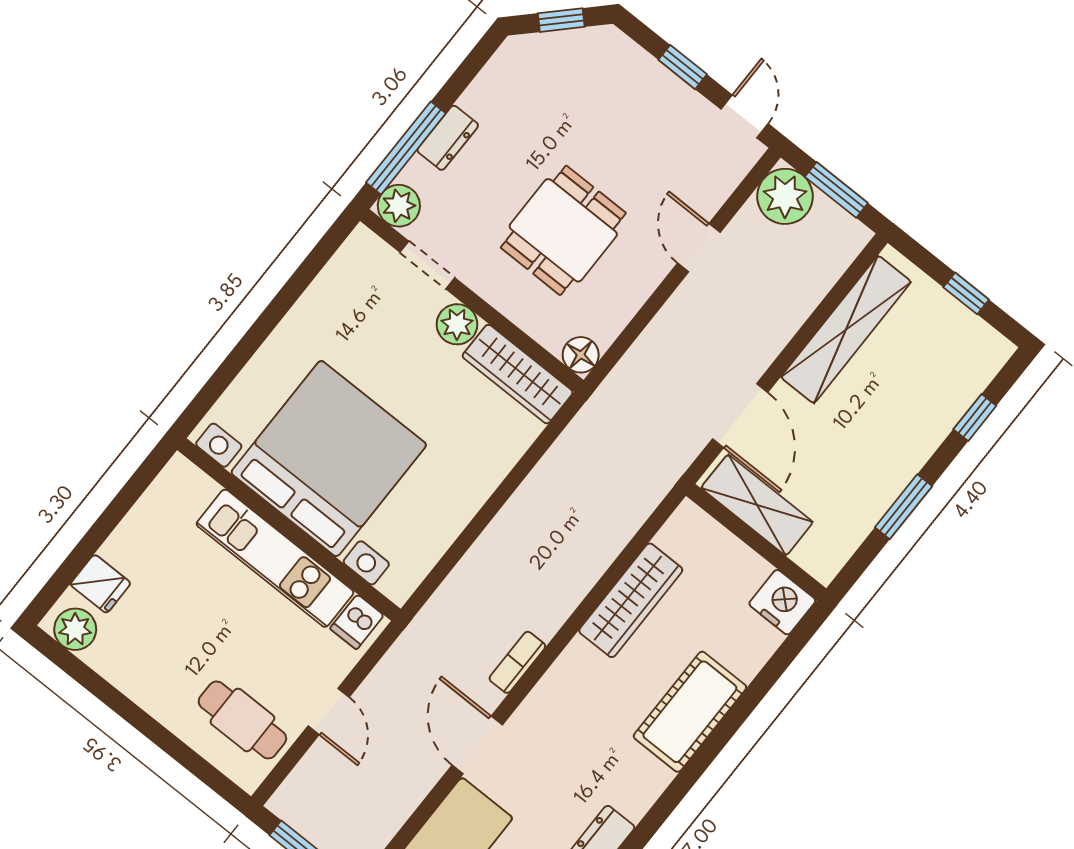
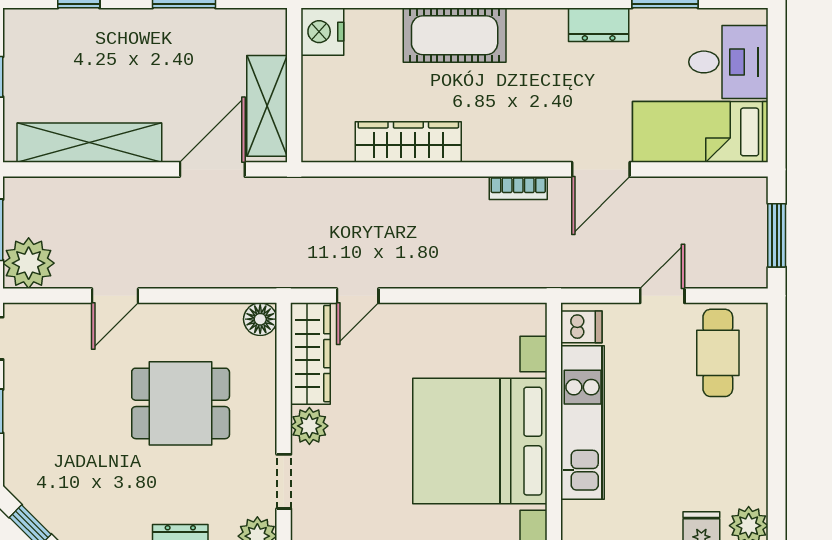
door: (535, 453) -> (358, 296), added

